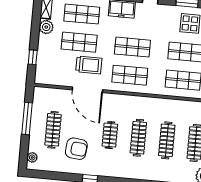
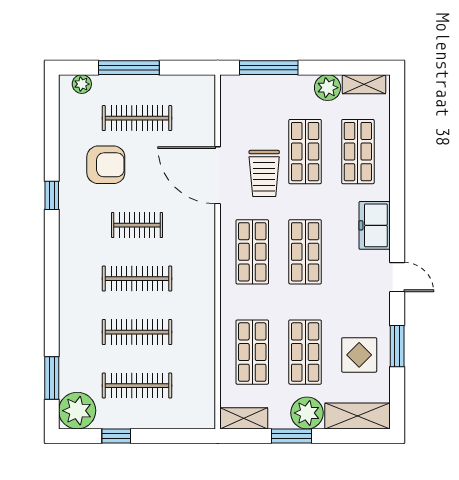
window: (33, 57) -> (269, 68), width x2.17
door: (87, 90) -> (218, 175), hinge flipped
window: (27, 118) -> (129, 68), moved
armchair: (76, 149) -> (106, 165), turned -96

